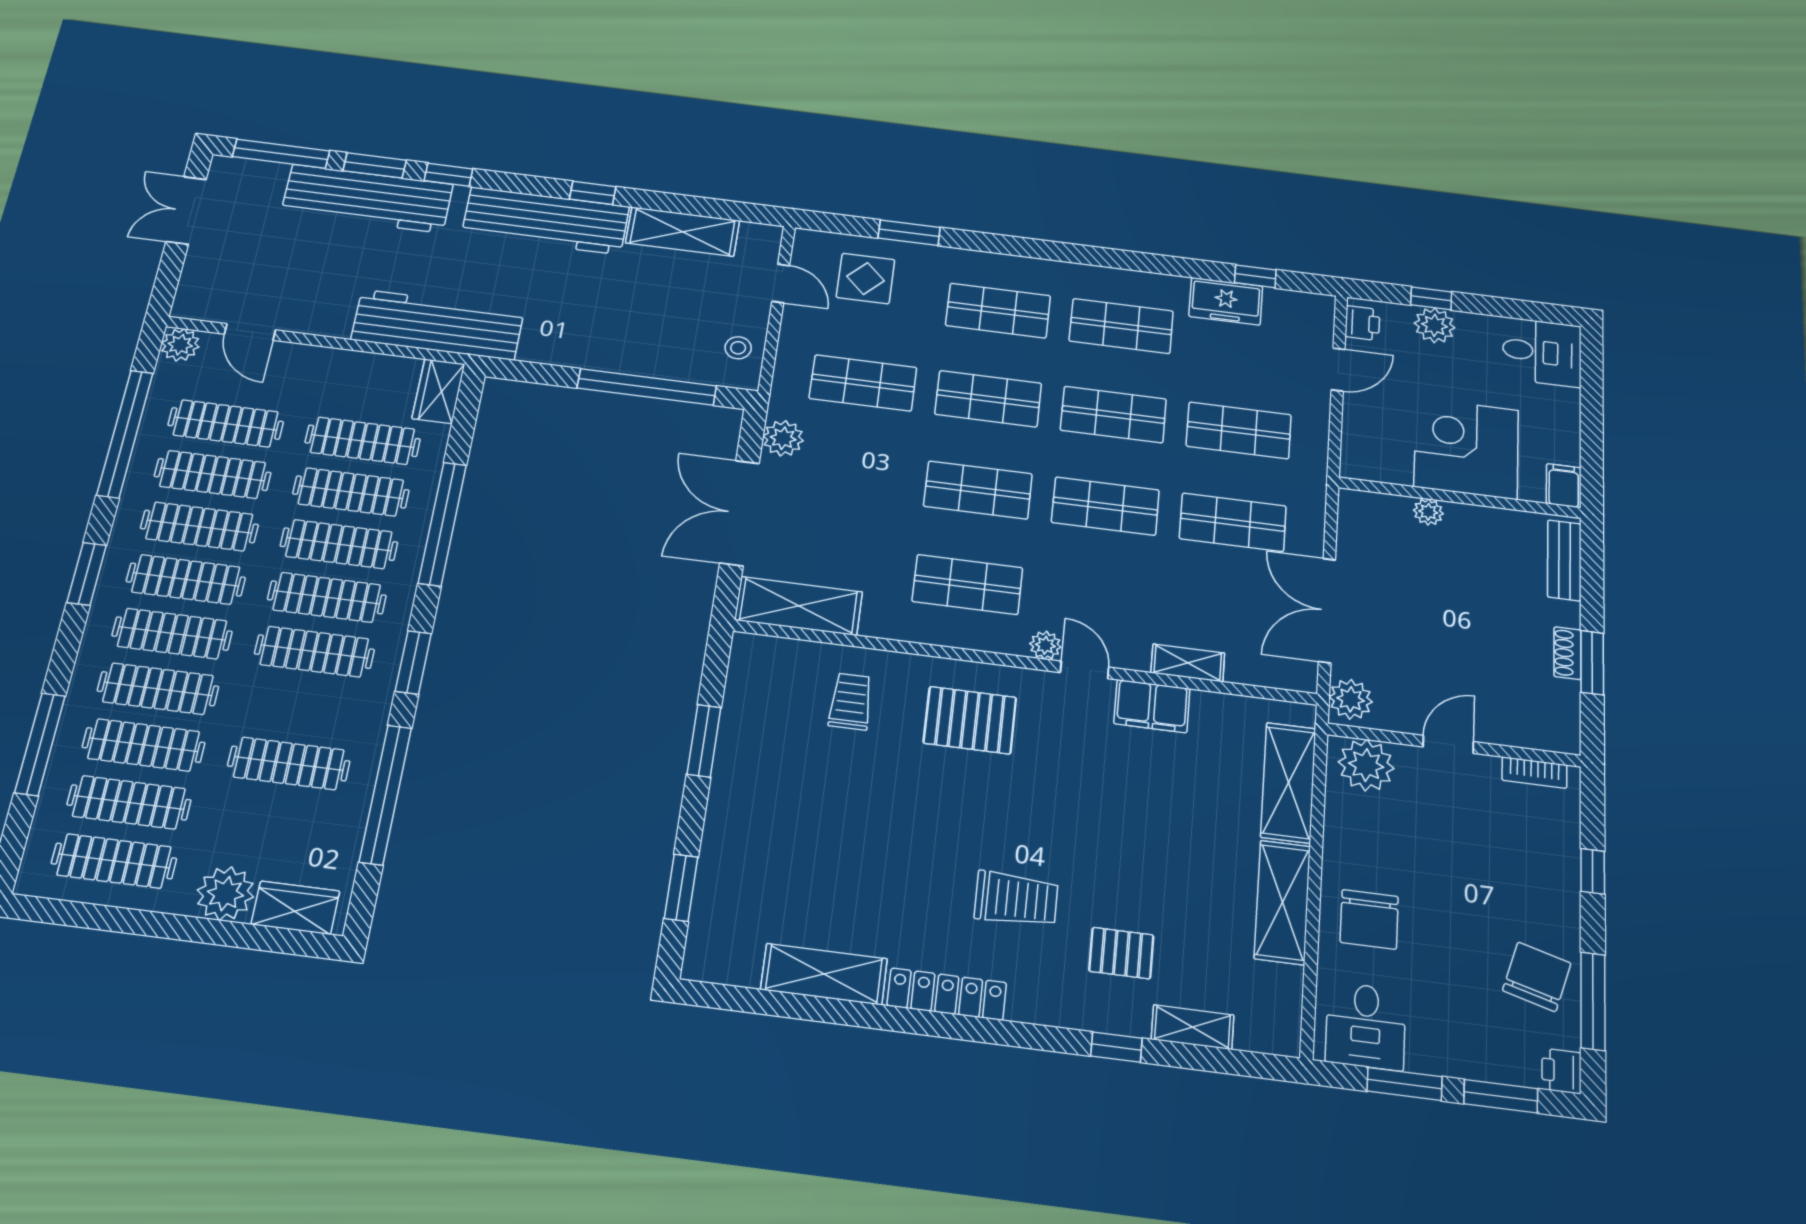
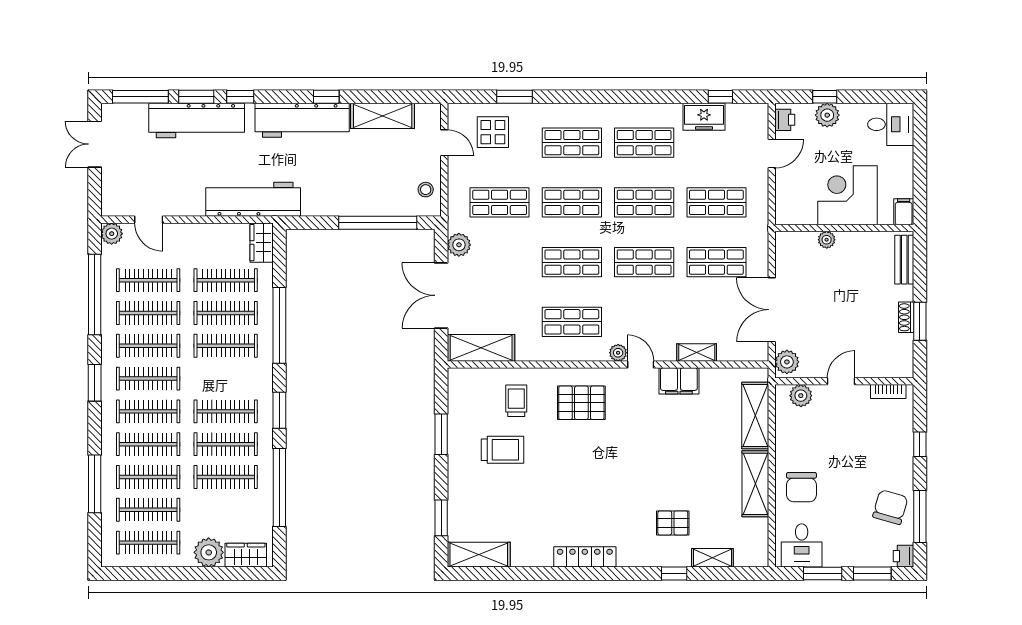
clothes rail: (327, 597) -> (226, 444), moved
plant: (1366, 765) -> (801, 396), width x0.73, depth x0.73
trolley: (1016, 899) -> (503, 450), moved
shelving: (824, 974) -> (479, 555), moved

